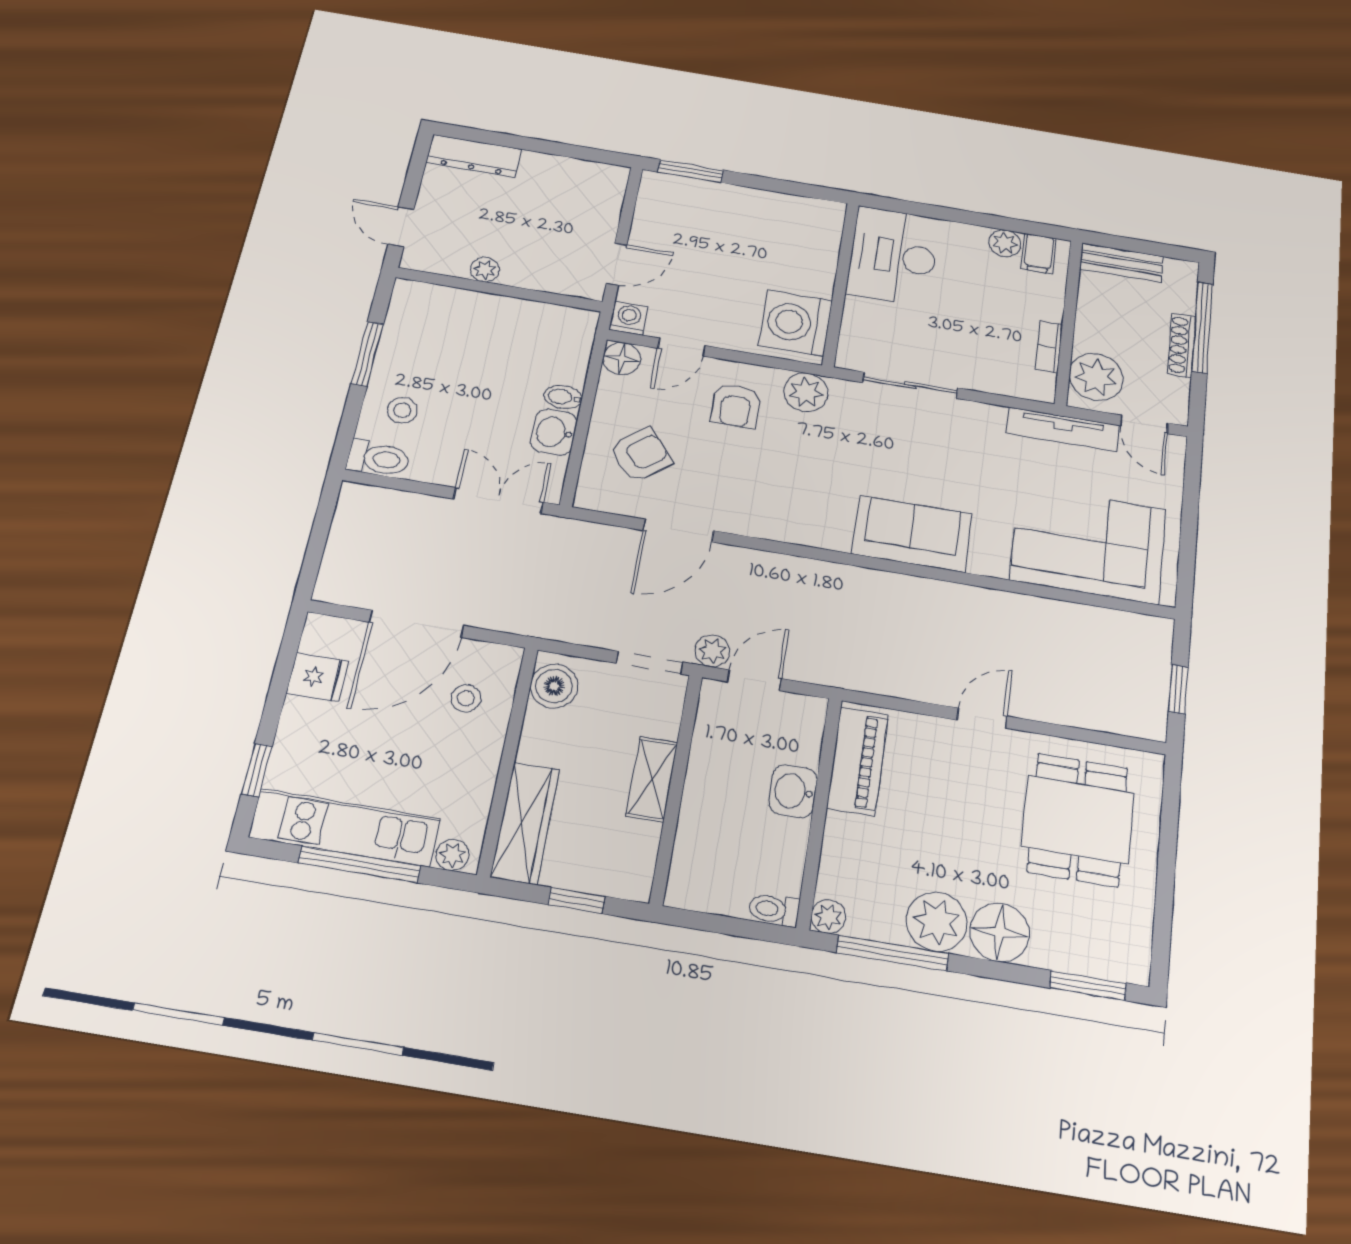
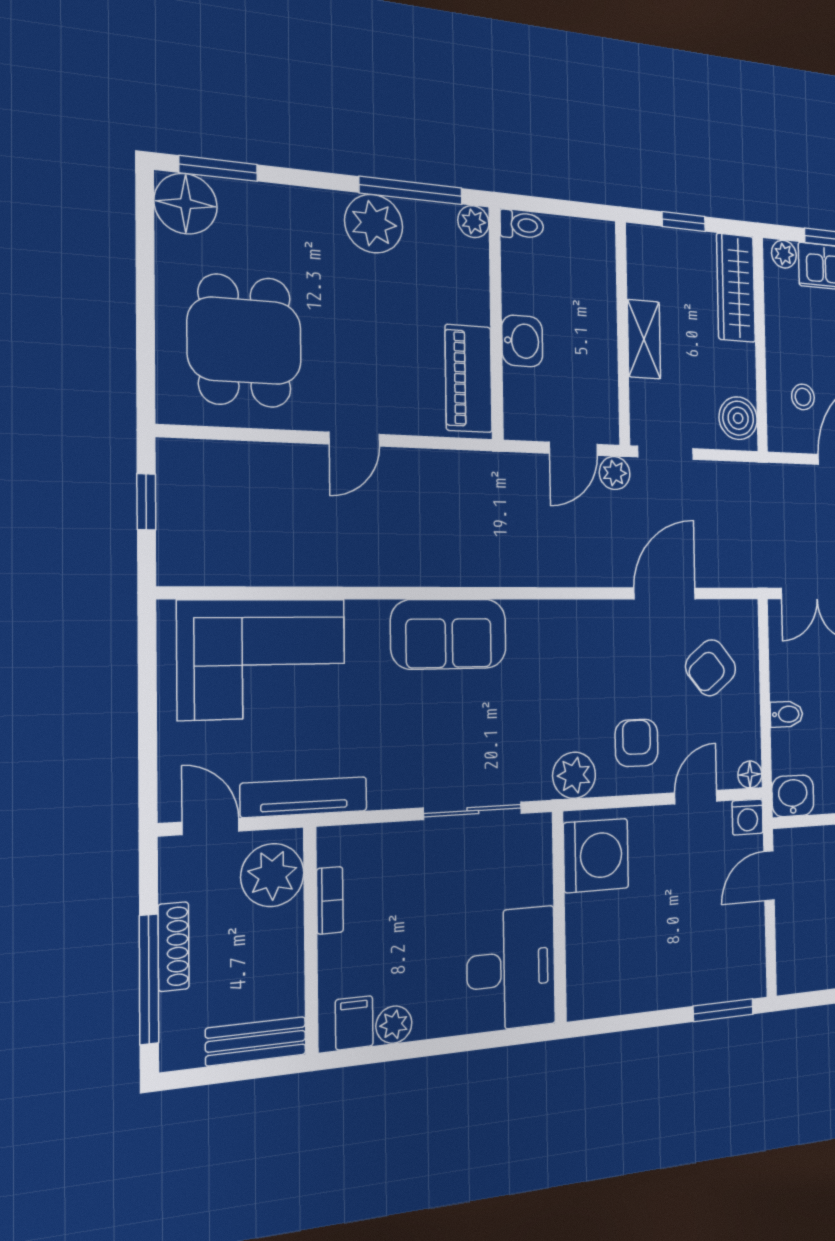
floor lamp: (622, 358) -> (750, 774), width x0.73, depth x0.73
washbasin: (554, 432) -> (793, 796), moved, turned -90
floor lamp: (1000, 932) -> (186, 204), moved

